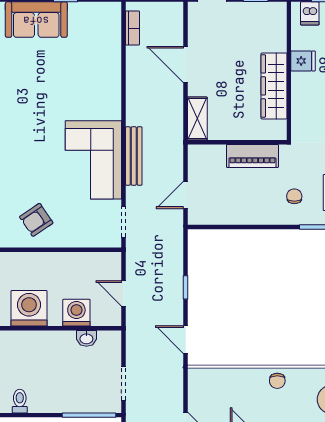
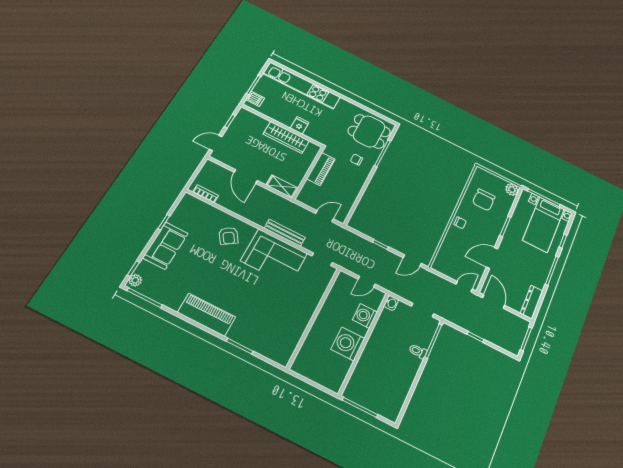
fridge: (303, 61) -> (300, 125), moved
door: (186, 64) -> (246, 176), hinge flipped
door: (186, 195) -> (324, 216), swing flipped
armchair: (36, 220) -> (229, 236), moved
washbasin: (86, 338) -> (391, 303), moved
toilet: (20, 401) -> (418, 351), moved

